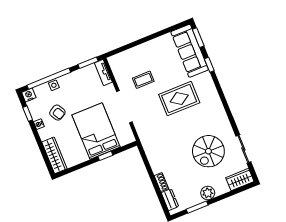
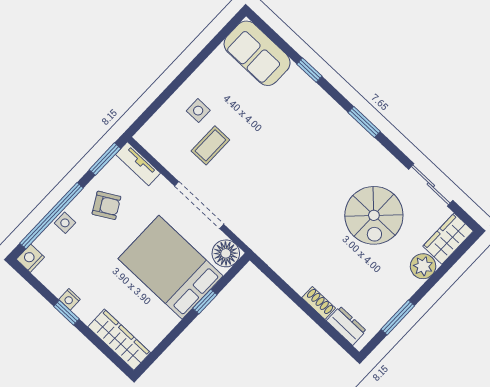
window: (198, 38) -> (364, 122), moved
sofa: (190, 51) -> (257, 53), width x0.73
side table: (145, 60) -> (198, 111), added
rug: (179, 99) -> (285, 149), removed
armchair: (57, 113) -> (106, 205), moved
window: (28, 114) -> (66, 313), moved
floor lamp: (127, 137) -> (226, 253), added
plant: (208, 193) -> (423, 266), moved

